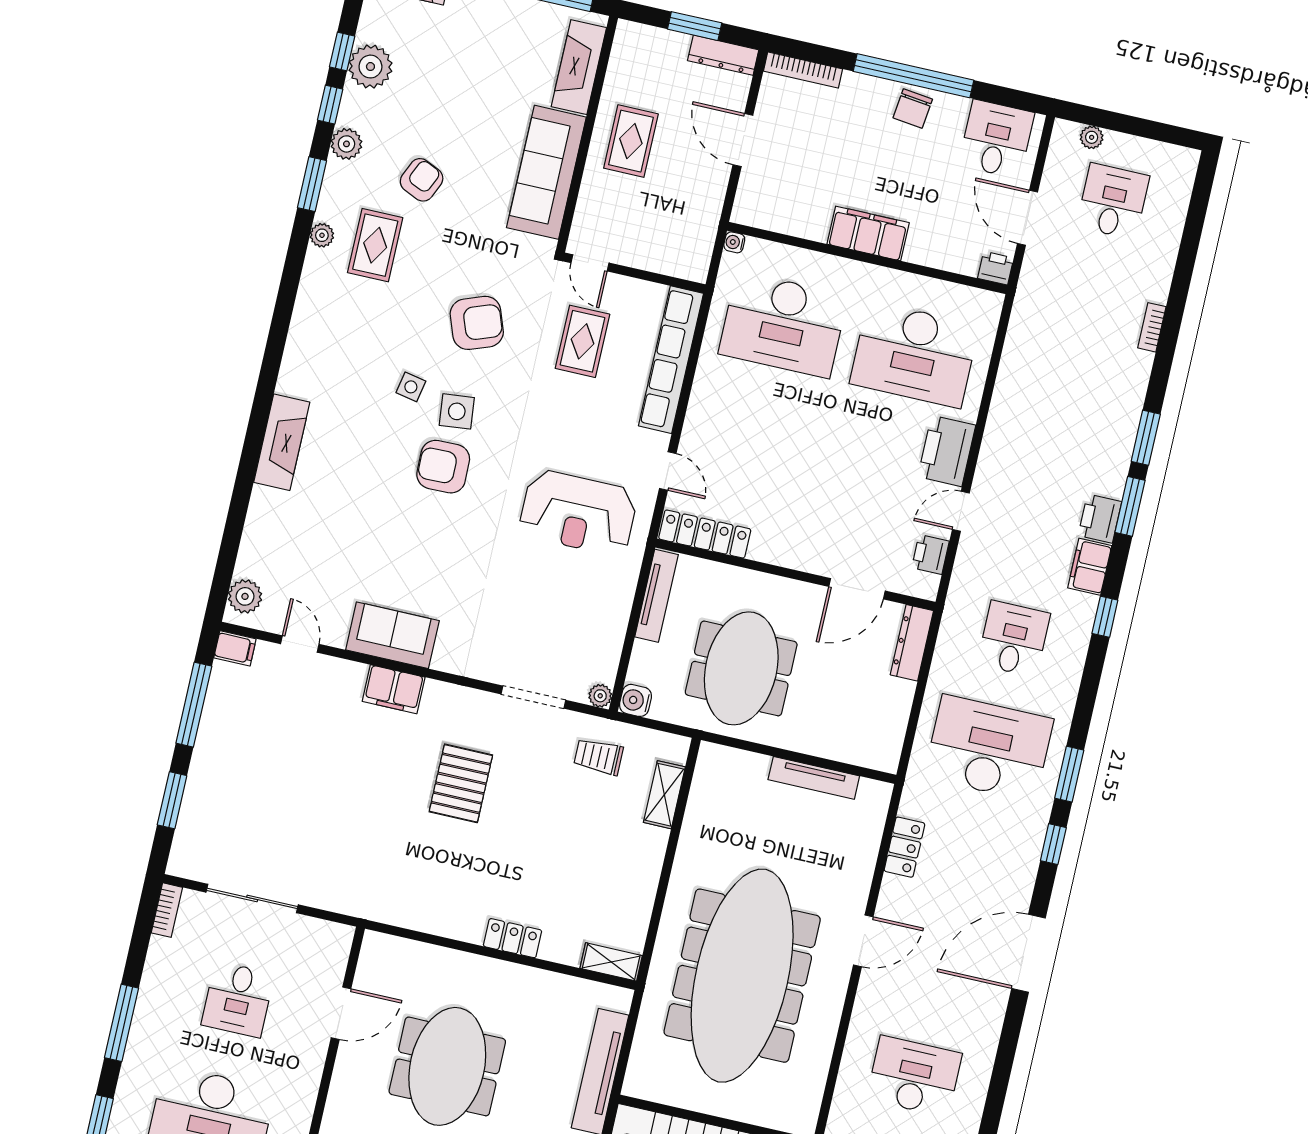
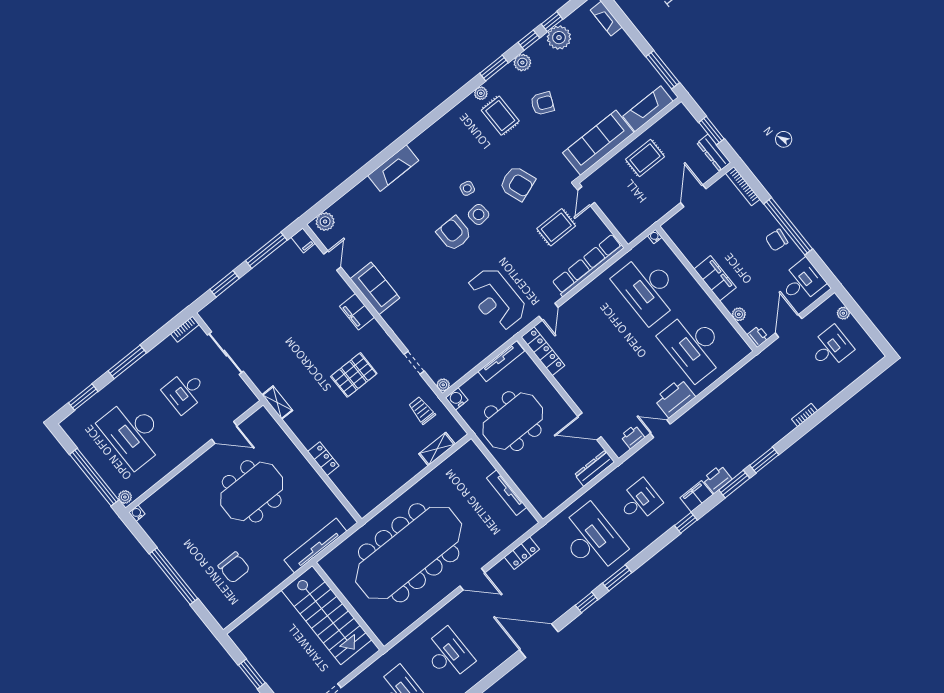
rug: (375, 245) -> (500, 116), turned 90
plant: (943, 258) -> (739, 314), added
doorway: (533, 697) -> (414, 363), width x0.73
shelving: (611, 962) -> (277, 403), moved

